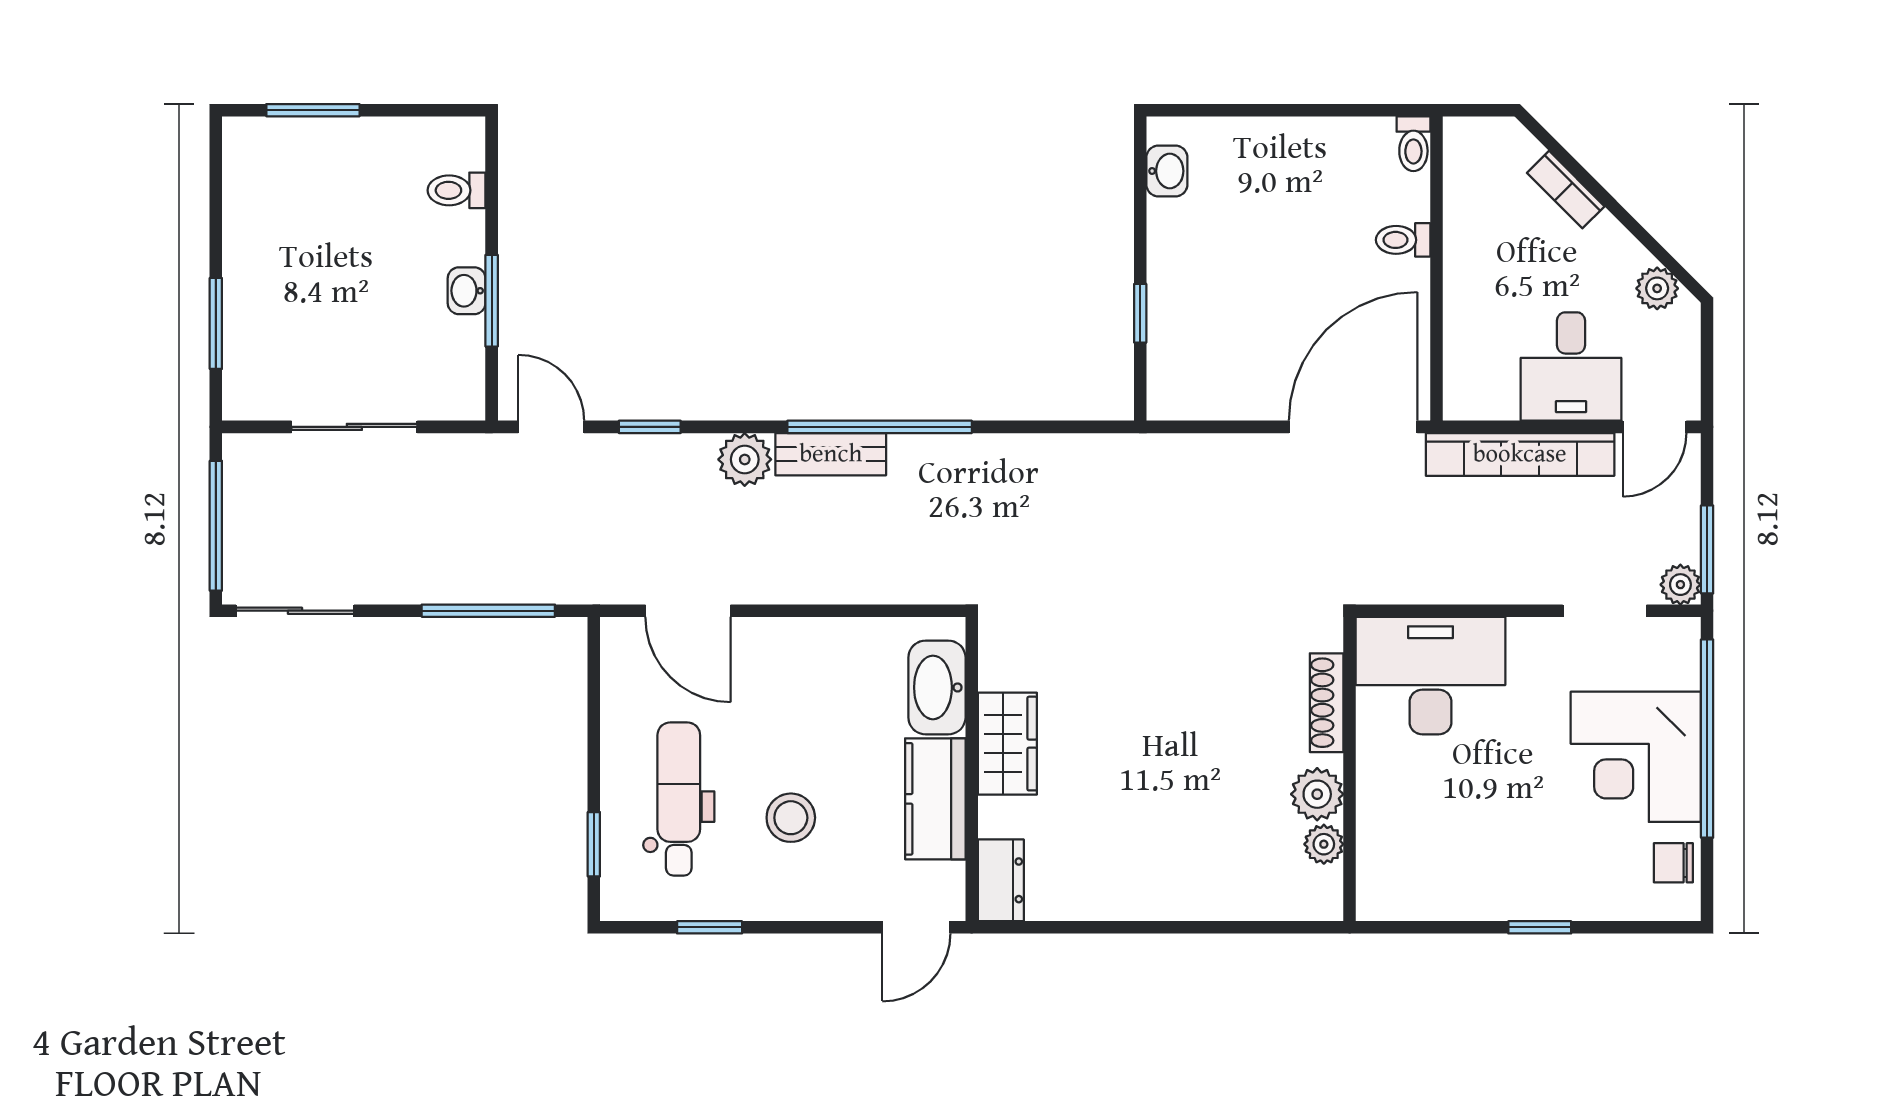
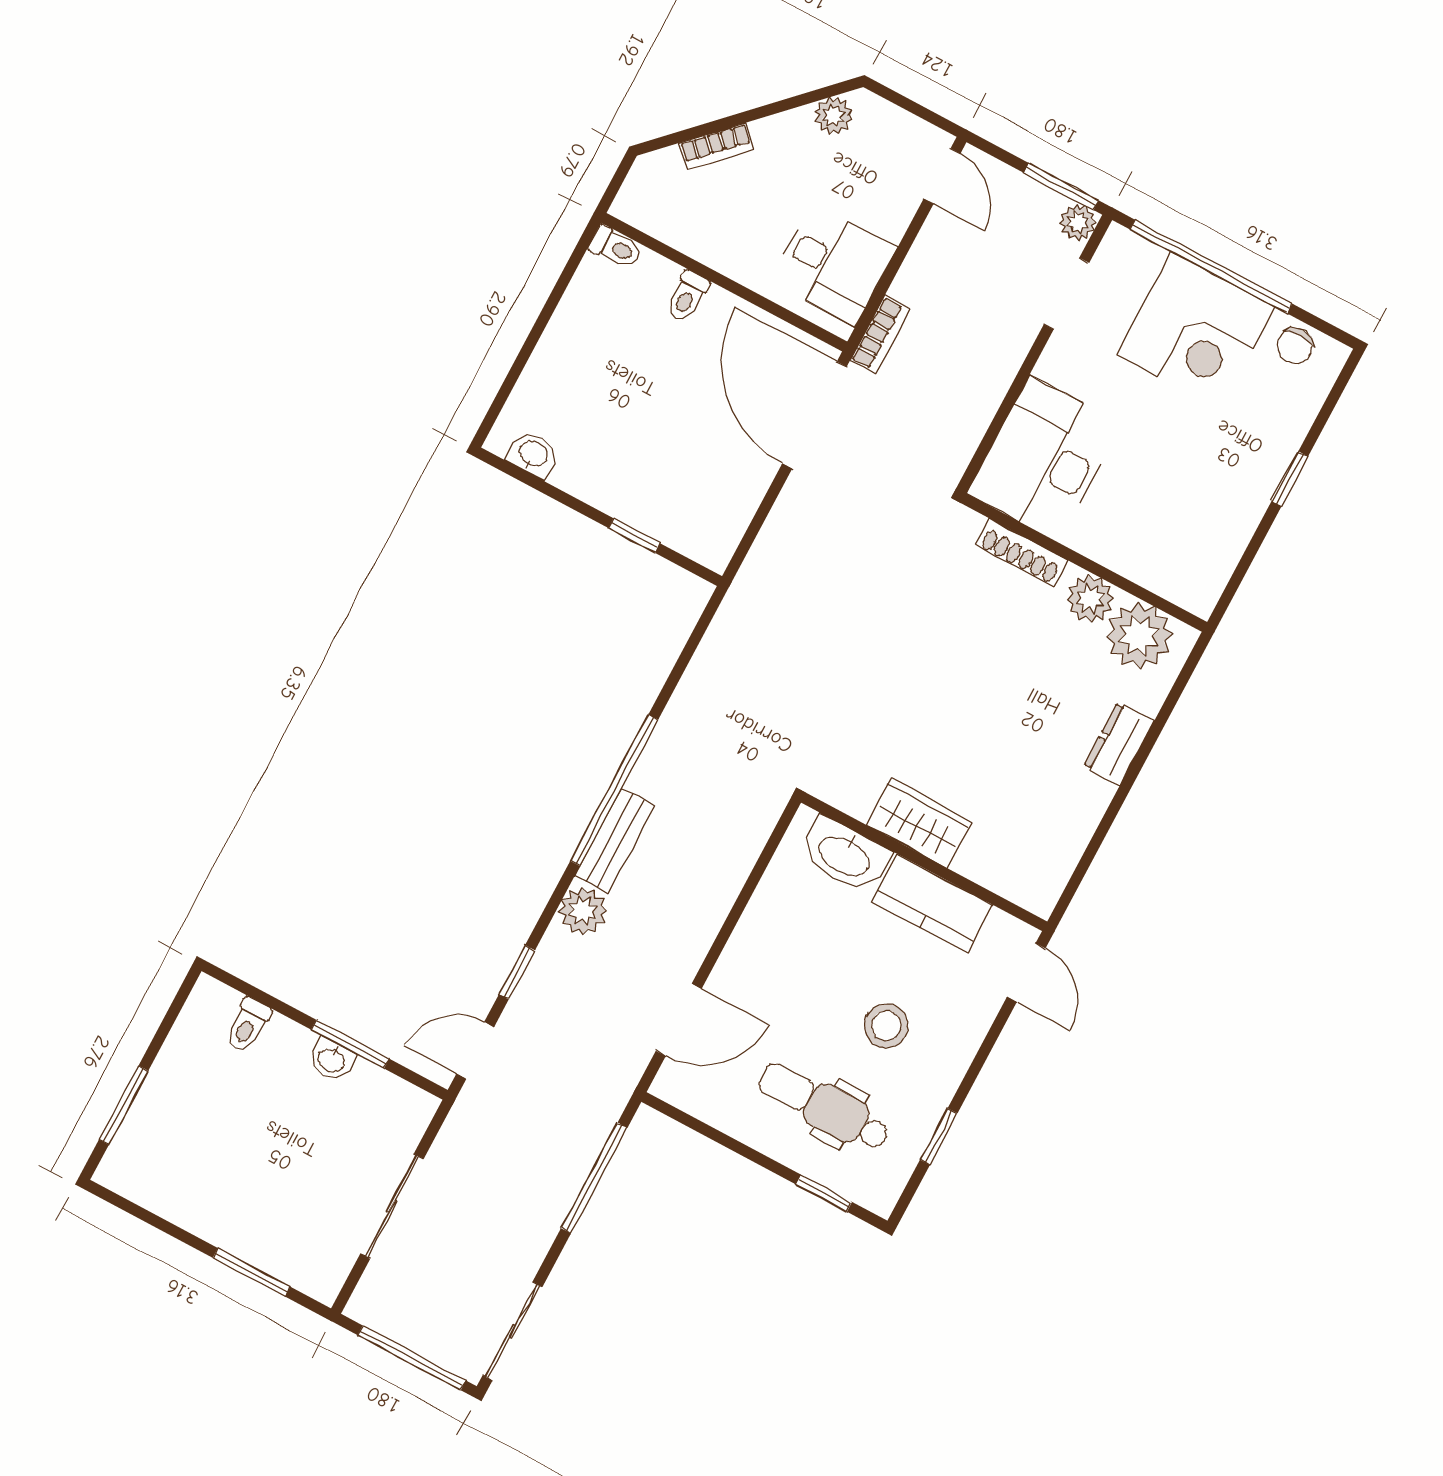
desk: (1571, 367) -> (834, 264), moved
bookcase: (1520, 454) -> (880, 335), width x0.43, depth x0.76
plant: (1324, 844) -> (1139, 636), width x1.88, depth x1.88
dresser: (1001, 880) -> (1119, 744), moved, turned -90

